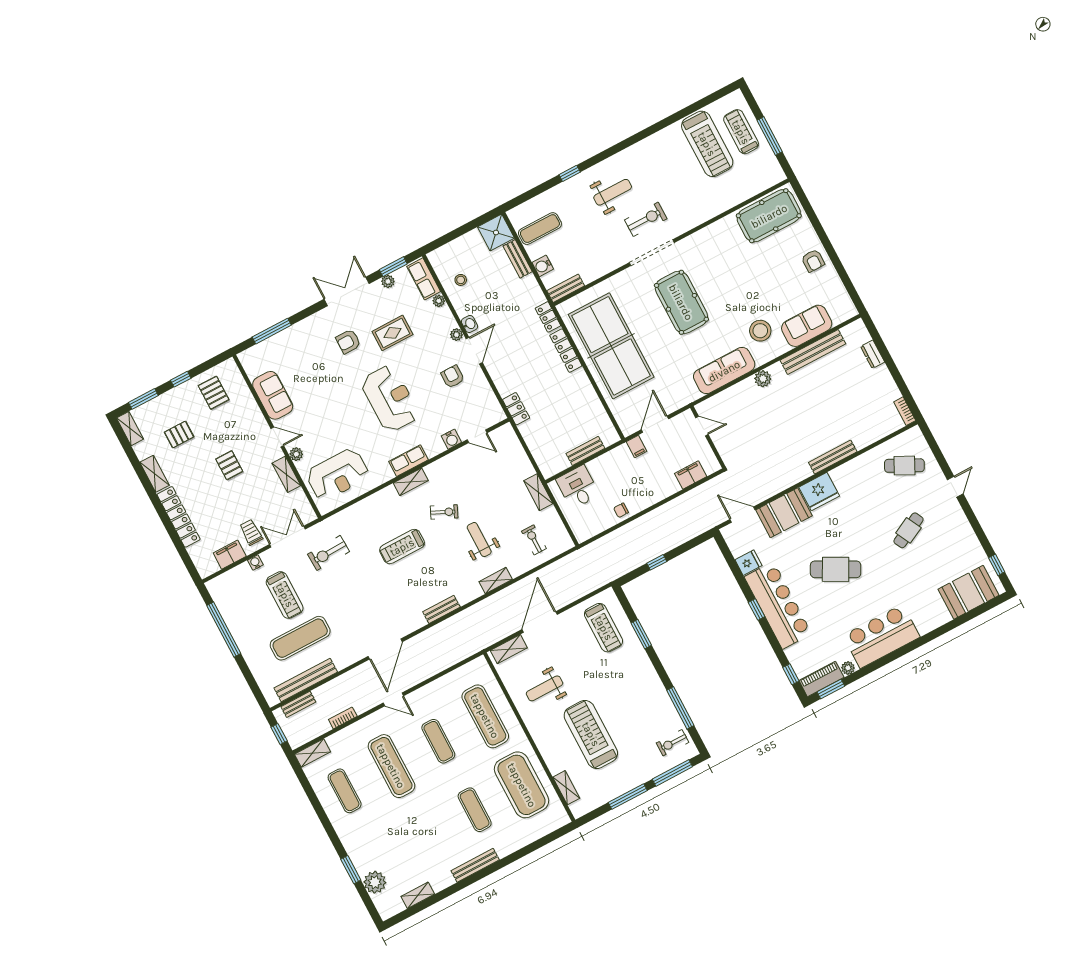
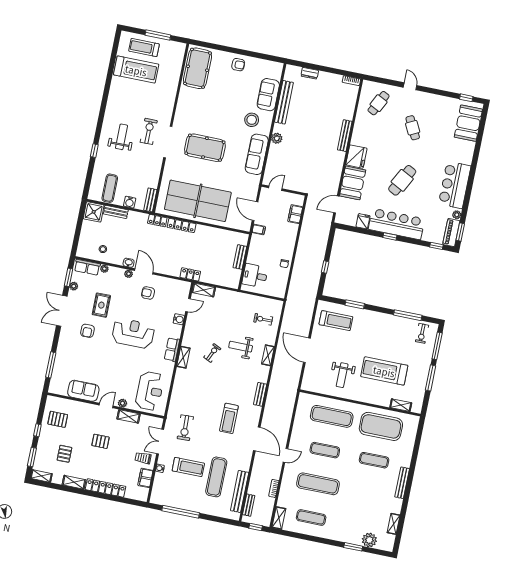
shelving: (538, 492) -> (204, 290), moved
treadmill: (402, 547) -> (229, 418), moved
shelving: (509, 649) -> (308, 377), removed

